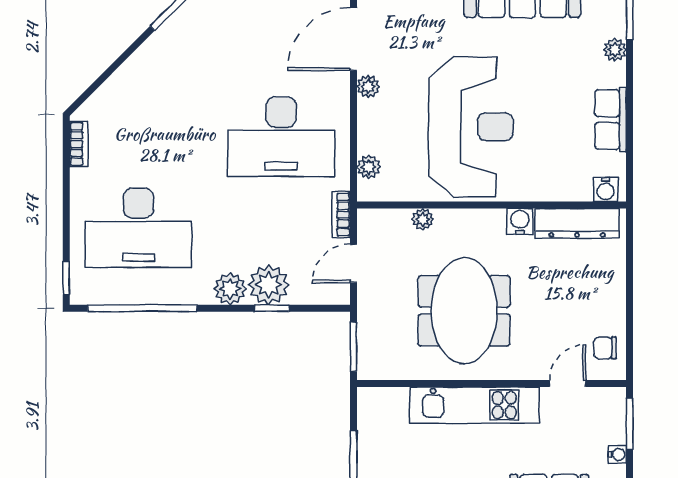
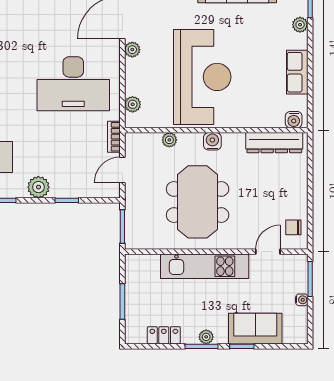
water cooler: (520, 221) -> (212, 141), moved
plant: (269, 285) -> (65, 184), removed

